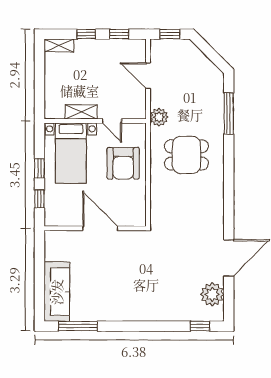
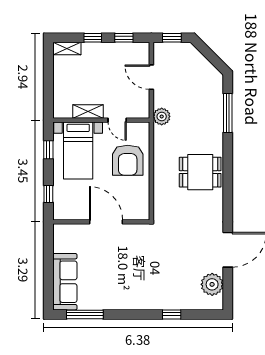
dining table: (186, 155) -> (200, 172), moved
window: (39, 168) -> (48, 150), moved
window: (200, 326) -> (172, 314), moved

